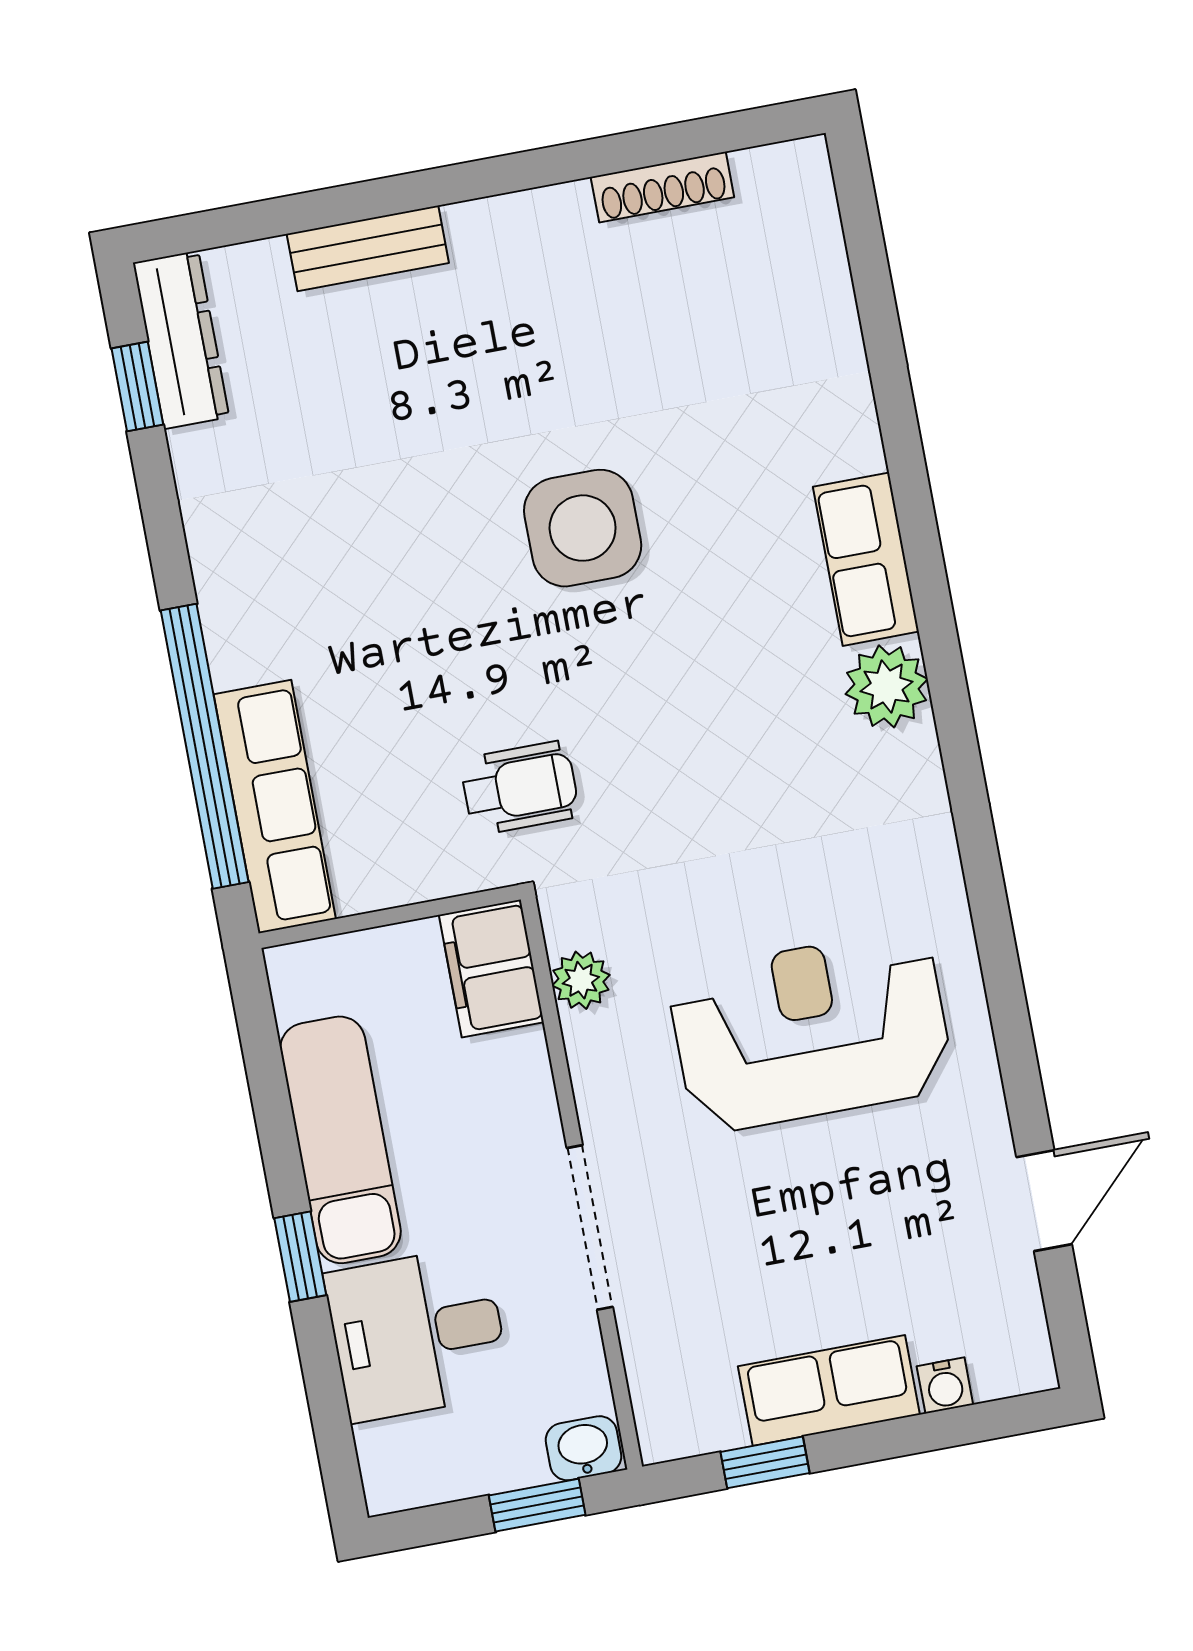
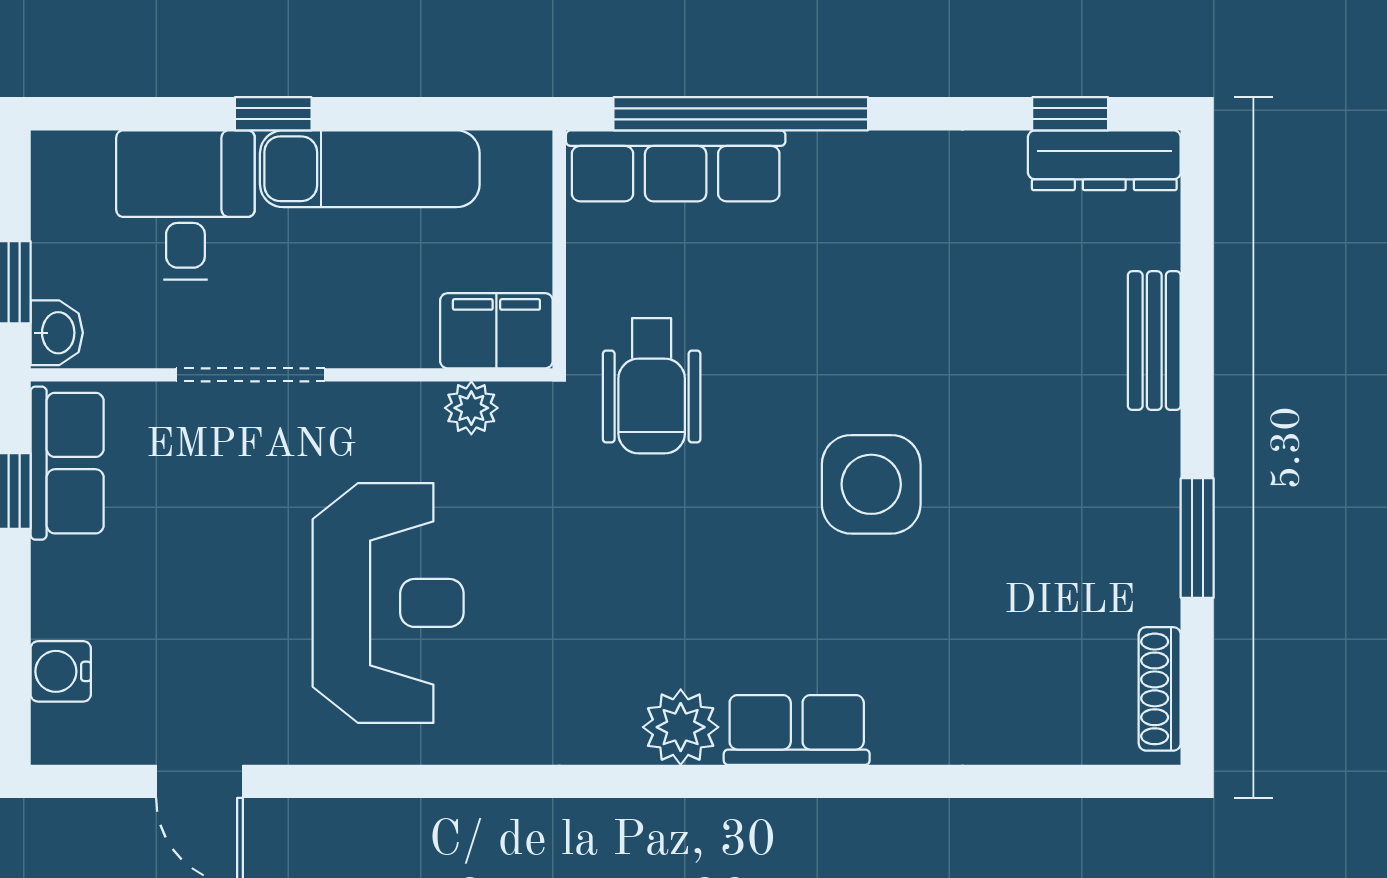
window: (575, 161) -> (1197, 538), added
shoe rack: (662, 187) -> (1160, 689), moved
wheelchair: (520, 788) -> (652, 386), width x1.36, depth x1.37
water cooler: (945, 1385) -> (61, 671), width x1.38, depth x1.38
row of seats: (829, 1391) -> (67, 463), moved

